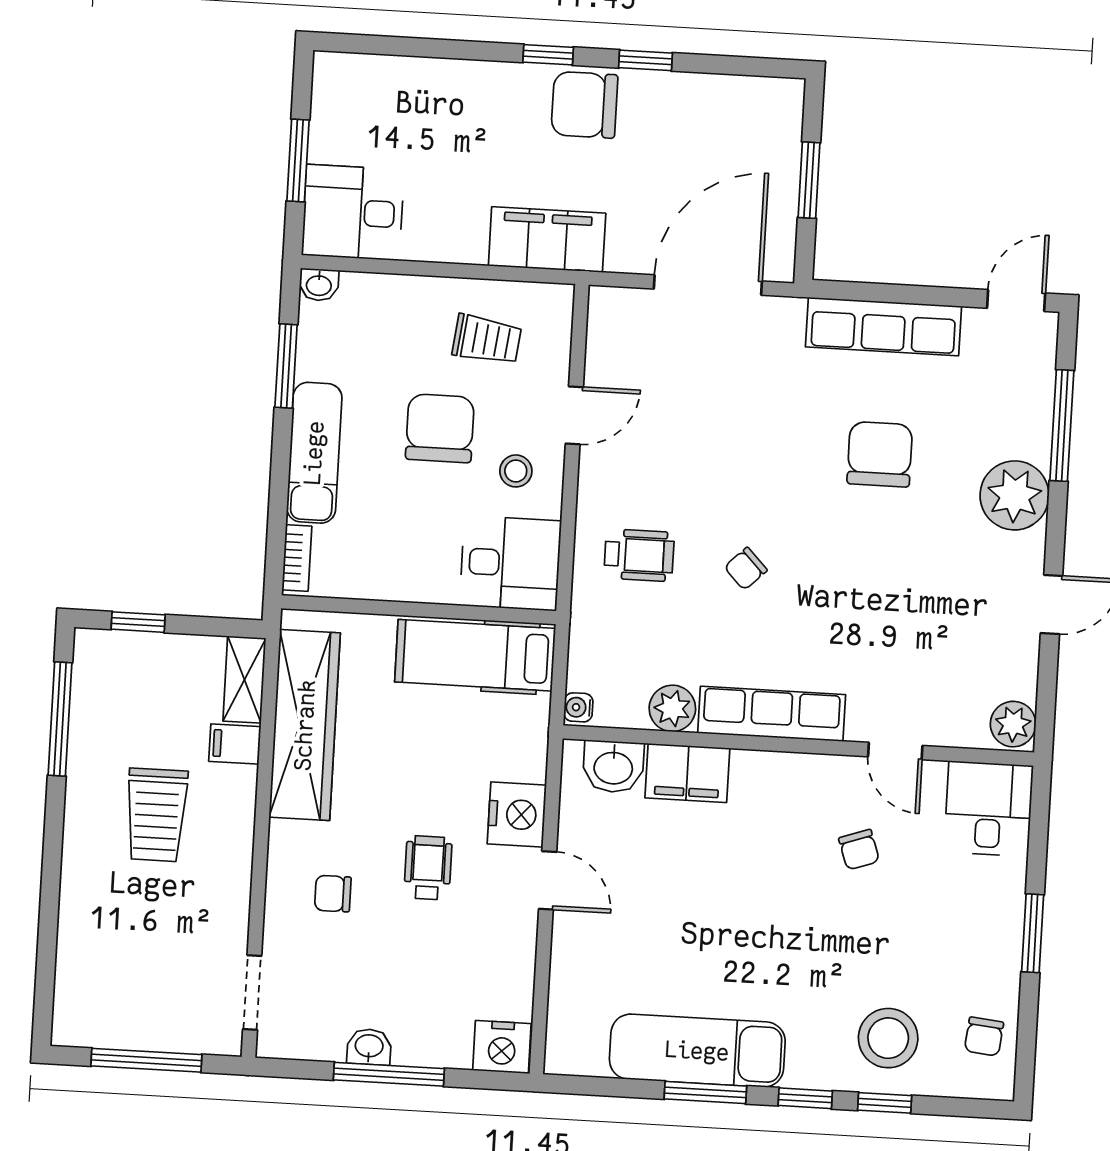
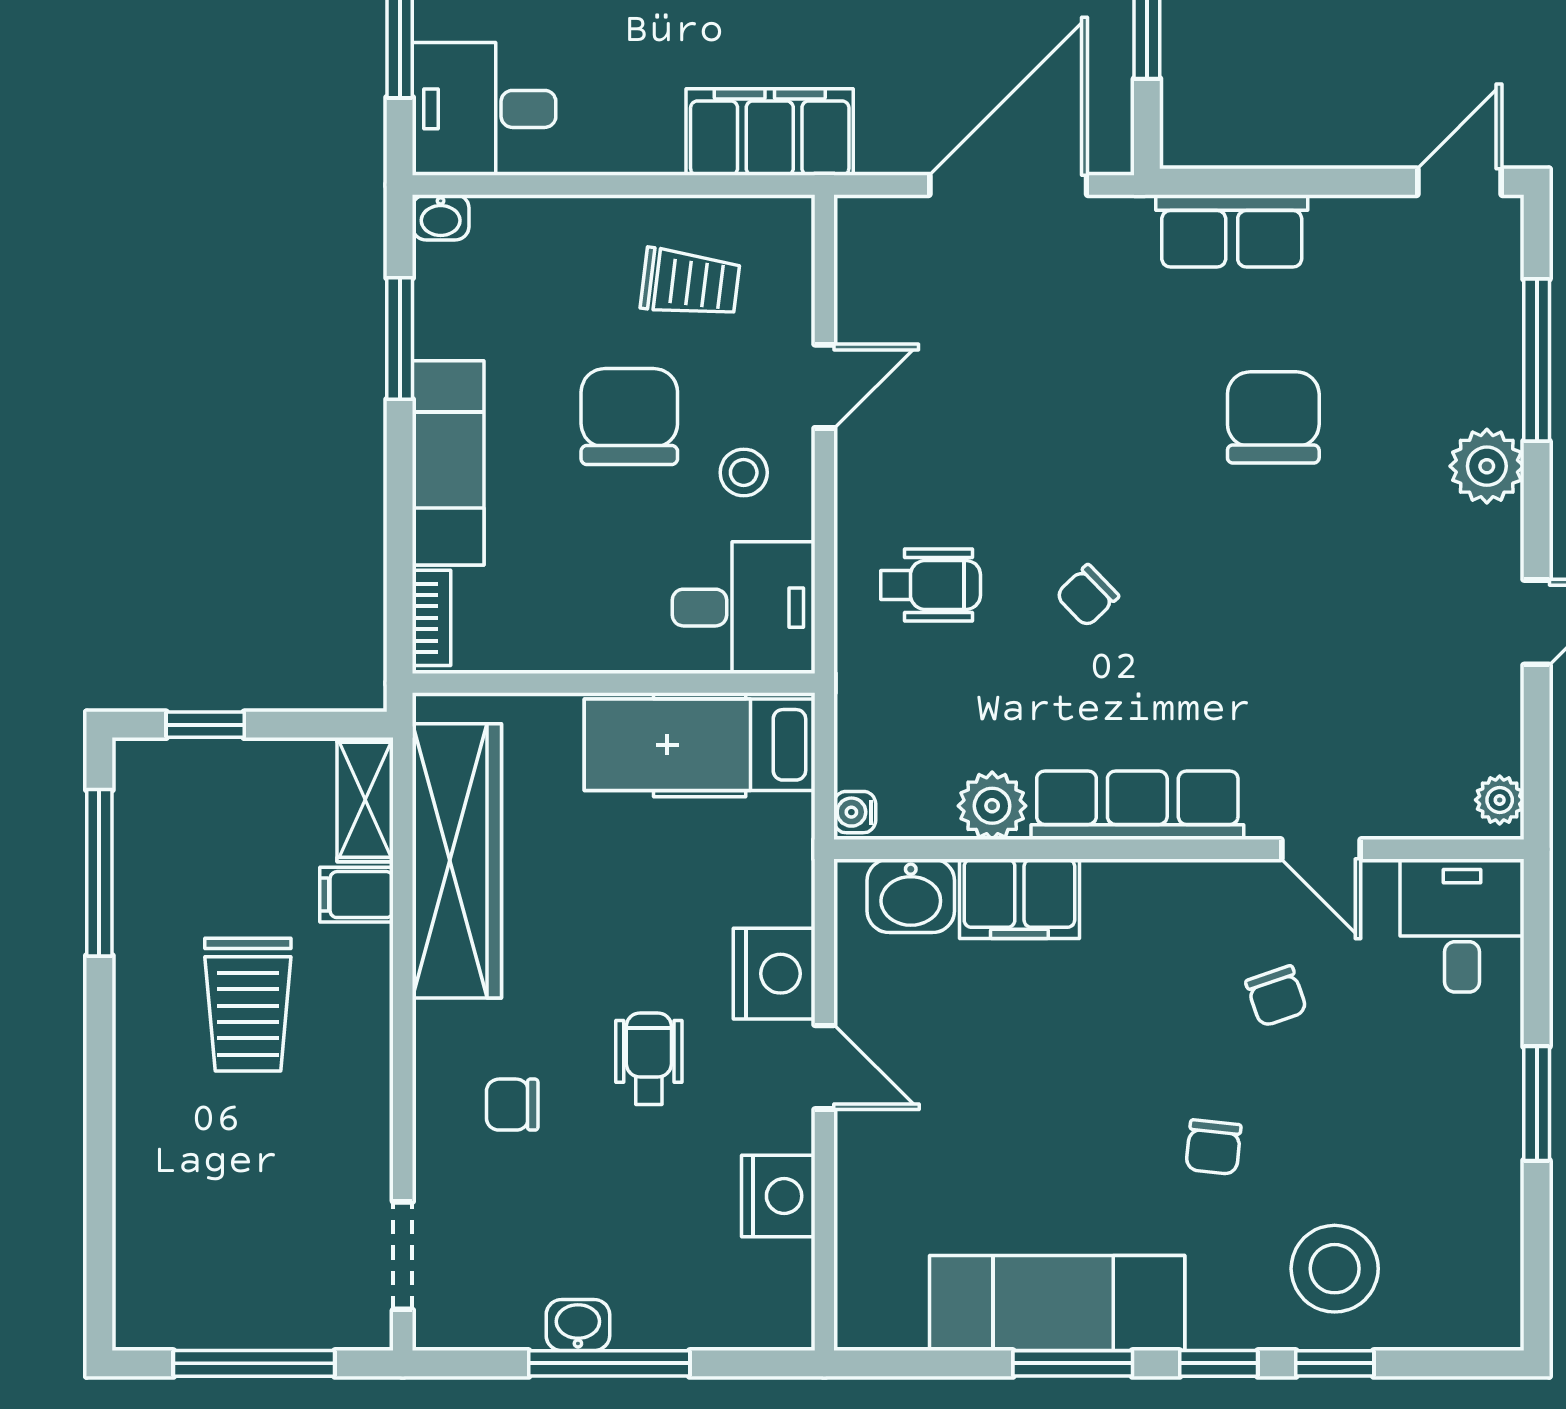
row of seats: (883, 327) -> (1232, 231), width x0.68
plant: (1014, 495) -> (1487, 466), width x0.73, depth x0.73
plant: (1013, 724) -> (1500, 800), width x0.73, depth x0.73
chair: (984, 1037) -> (1213, 1147), moved
nightstand: (502, 1047) -> (778, 1196), moved, turned -90

